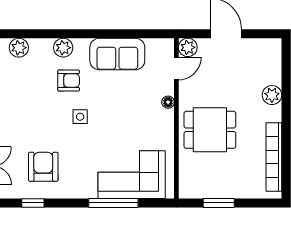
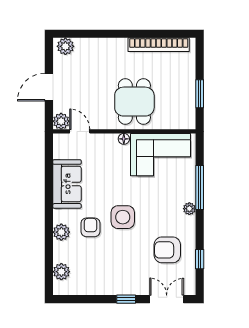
plant: (272, 95) -> (65, 46), moved
floor lamp: (168, 102) -> (124, 139), moved
side table: (80, 117) -> (123, 217), width x1.87, depth x1.87
corner sofa: (132, 175) -> (161, 155), moved, turned -90
plant: (90, 192) -> (189, 209), added

